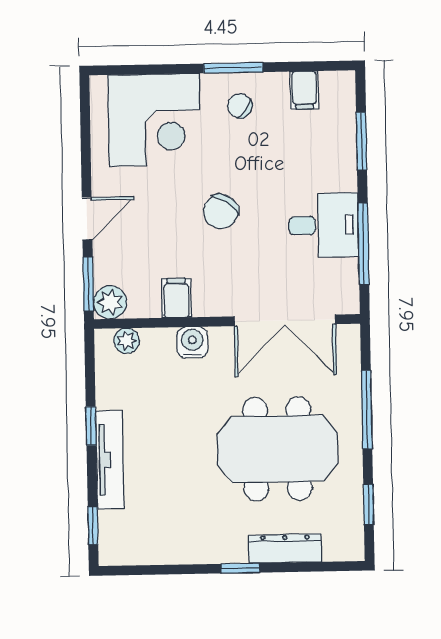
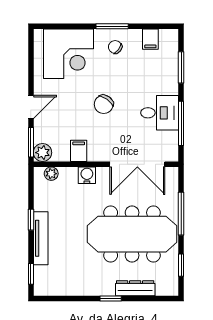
meeting table: (277, 449) -> (132, 234), width x1.36

